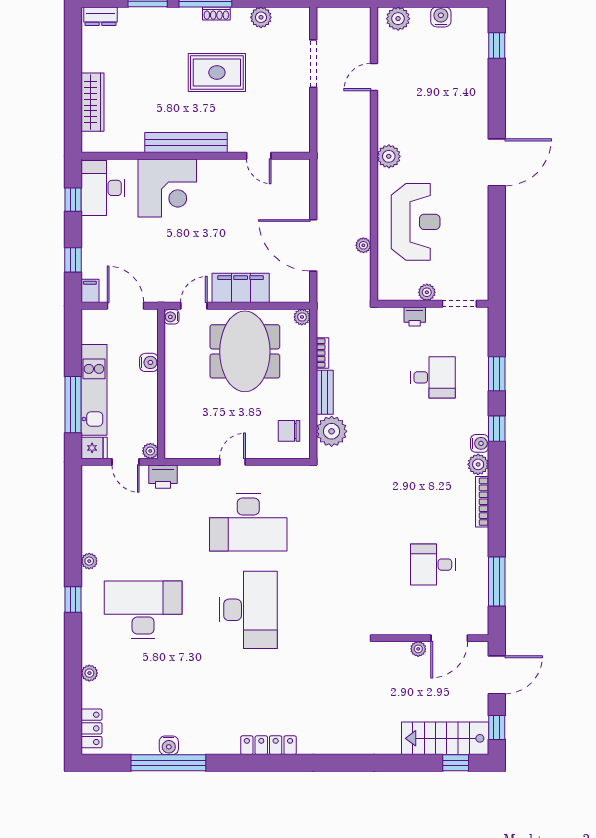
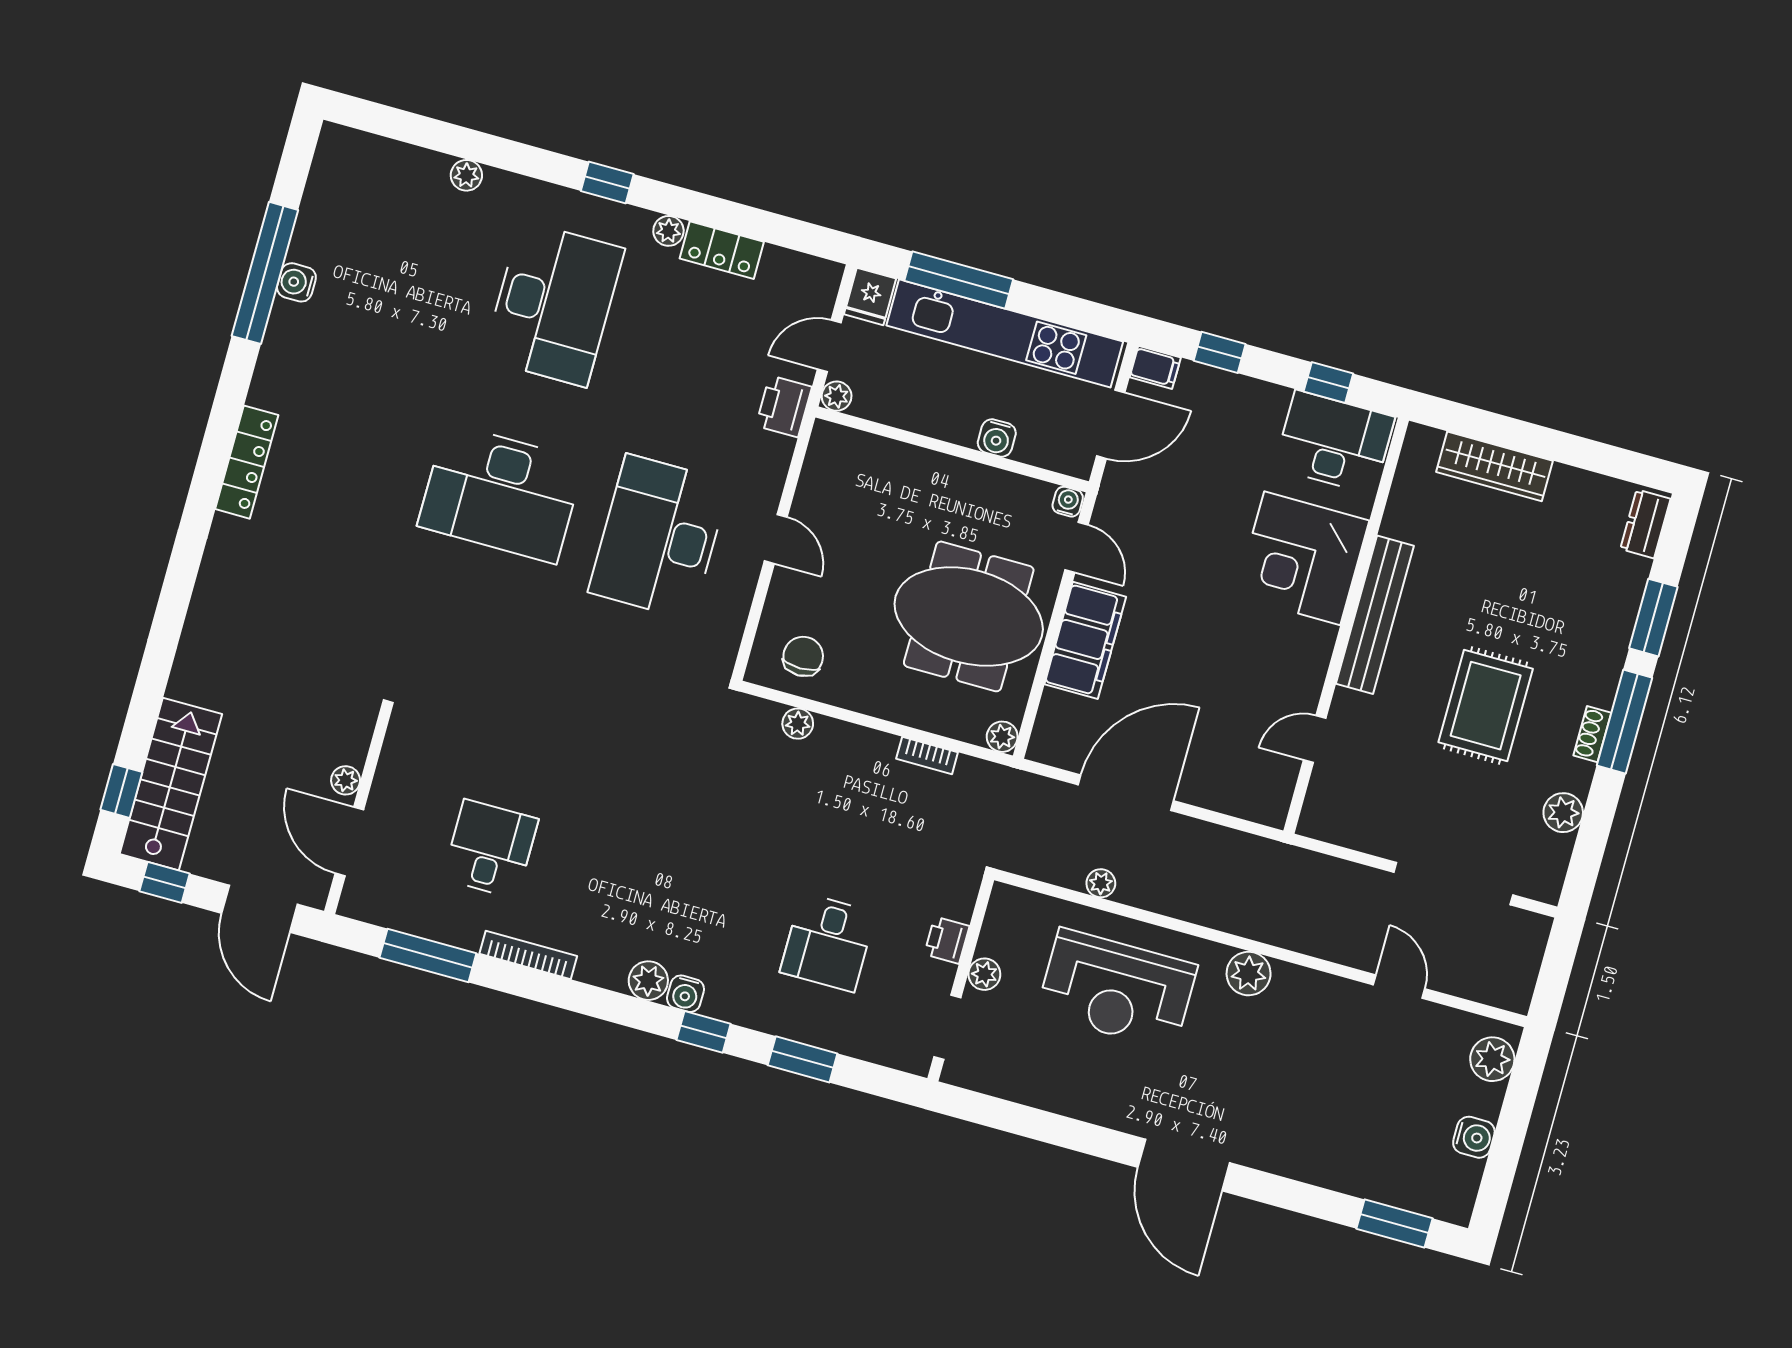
window: (497, 45) -> (1394, 1224), width x1.50
doorway: (313, 64) -> (1453, 884), width x1.36
kitchen unit: (94, 390) -> (1005, 333), width x1.36
bench: (325, 392) -> (855, 740), removed
plant: (332, 431) -> (798, 724), width x0.53, depth x0.53
bookcase: (482, 502) -> (528, 955), moved
locker: (92, 728) -> (722, 250), moved

